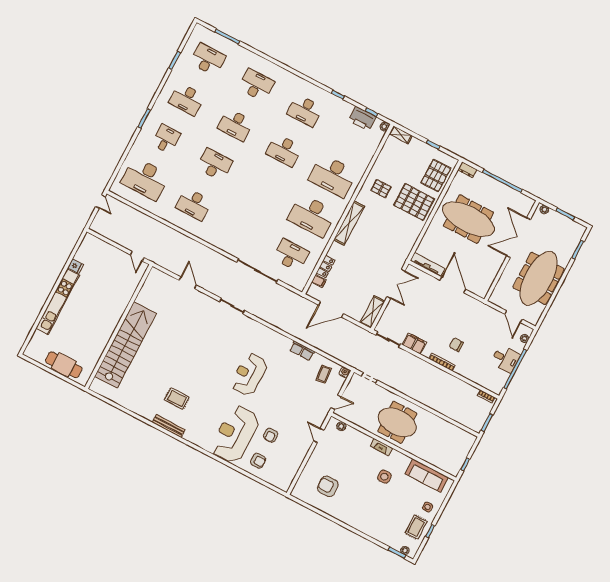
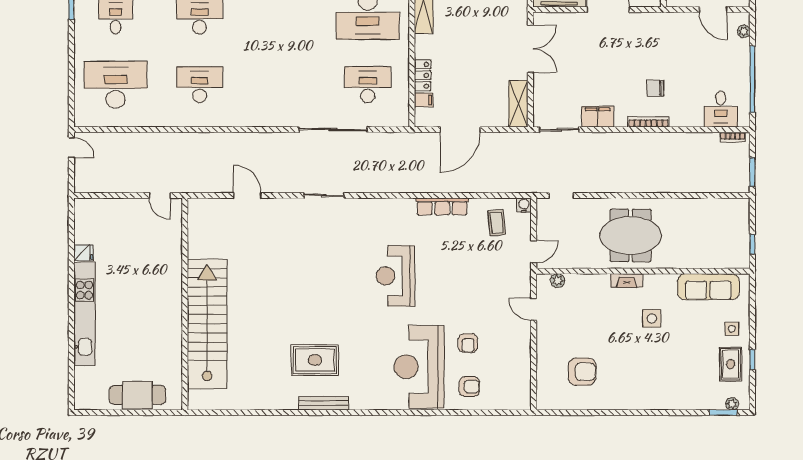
desk: (145, 179) -> (116, 85), turned 180
desk: (194, 204) -> (200, 85), turned 180
row of seats: (302, 351) -> (442, 206), width x1.48
desk: (505, 359) -> (721, 109), moved, turned 90
rug: (177, 398) -> (315, 360), width x1.36, depth x1.43
armchair: (328, 486) -> (582, 372), turned 180

